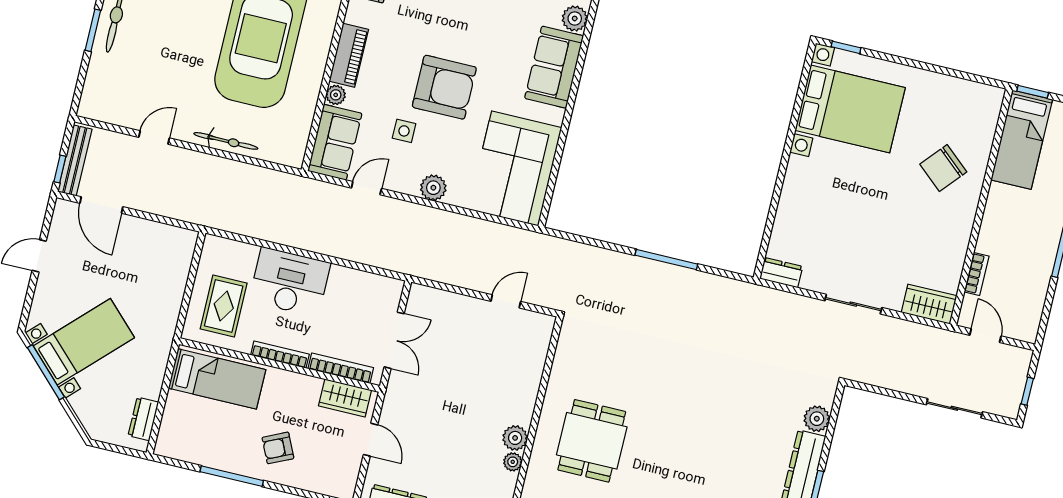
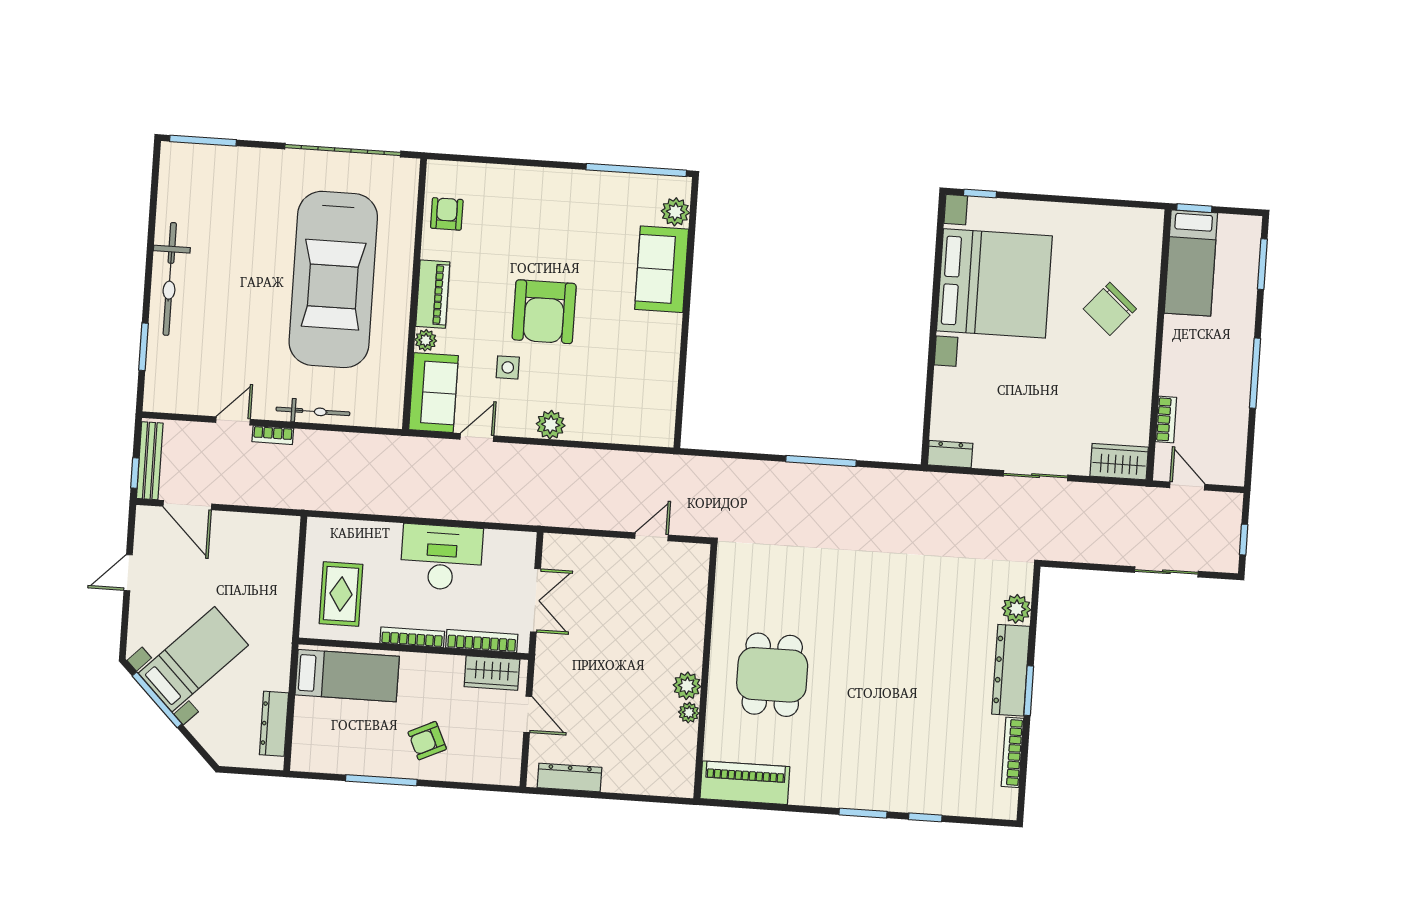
window: (93, 30) -> (144, 347), moved
armchair: (444, 87) -> (544, 312), turned 90
bed with nightstands: (850, 109) -> (994, 283), width x1.36
bookcase: (187, 156) -> (273, 435), added
corner sofa: (515, 168) -> (637, 388), removed
desk: (290, 282) -> (442, 557), moved
dresser: (143, 419) -> (274, 724), width x1.44

